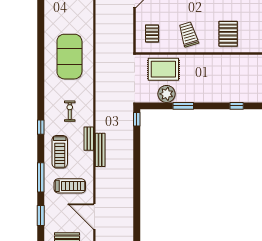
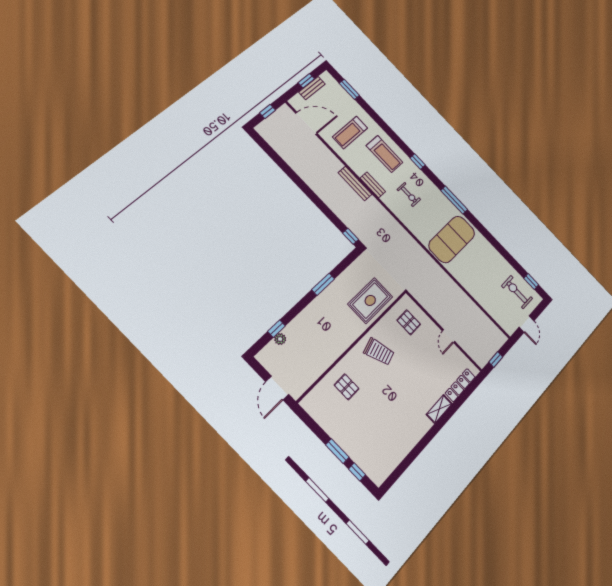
pallet: (228, 34) -> (347, 387), width x0.67, depth x0.71
exercise mat: (69, 57) -> (452, 239), turned 90
plant: (166, 94) -> (280, 339), moved, width x0.53, depth x0.53
treadmill: (60, 152) -> (385, 154), turned 180
window: (41, 177) -> (454, 200), moved

